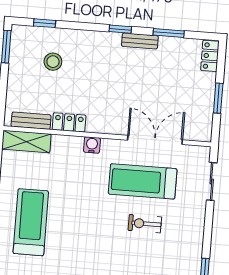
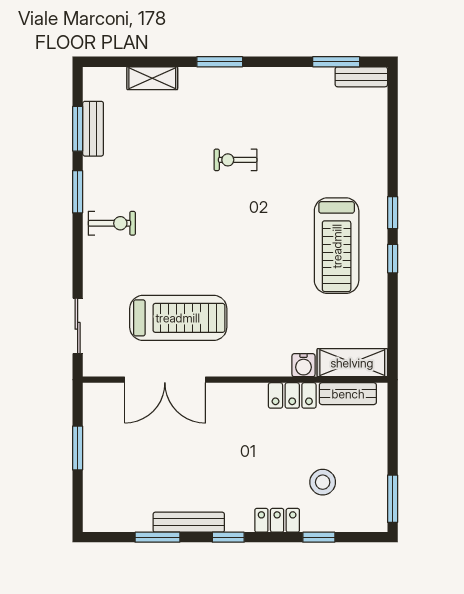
window: (45, 23) -> (319, 537), moved
bench: (140, 41) -> (189, 522), width x1.36
locker: (210, 56) -> (277, 520), moved, turned -90
water cooler: (92, 145) -> (304, 365), moved
exercise bike: (145, 224) -> (112, 223), moved

